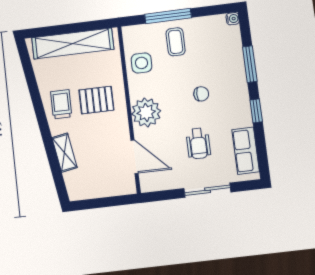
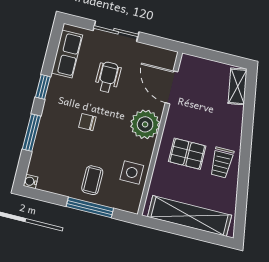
shelving: (65, 153) -> (238, 86), moved

